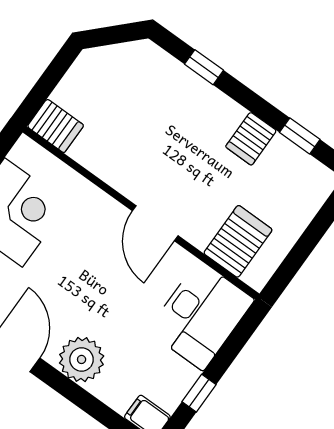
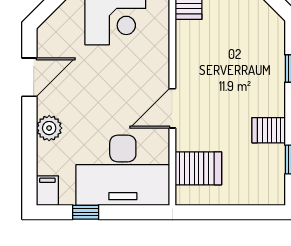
desk: (201, 315) -> (123, 170), width x1.36, depth x1.30
plant: (82, 359) -> (49, 128), width x0.73, depth x0.73

